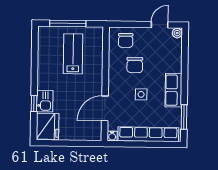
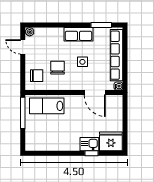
window: (68, 23) -> (23, 113), moved
lab bench: (73, 54) -> (47, 106), moved
chair: (135, 65) -> (57, 68), turned -90

